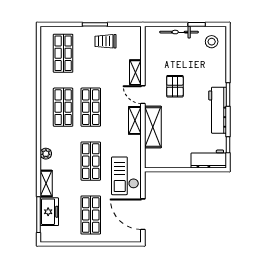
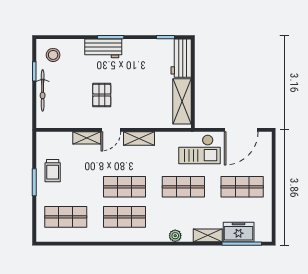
pallet: (175, 86) -> (102, 95), turned 90
workbench: (218, 110) -> (103, 48), moved, width x0.73
shelving: (153, 127) -> (182, 101), moved, turned 90

